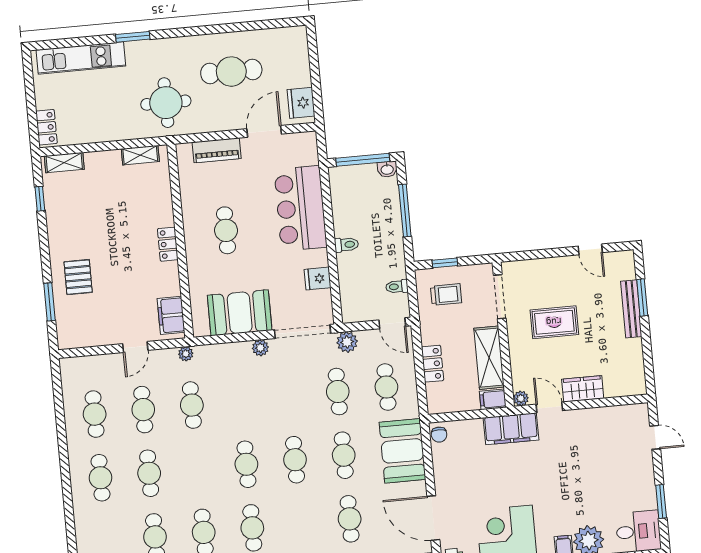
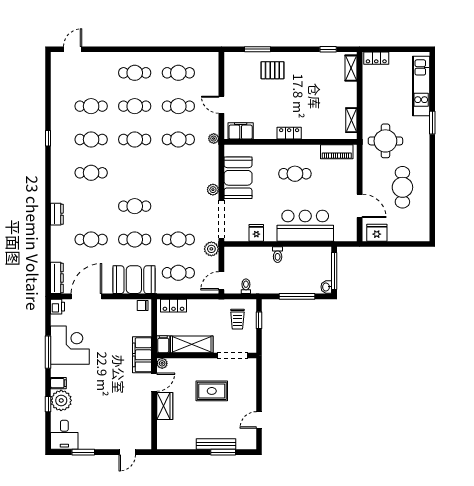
piano: (217, 150) -> (337, 152), moved, turned -90
rug: (554, 322) -> (212, 391), turned 90
locker: (433, 364) -> (174, 306), moved
cafe table: (246, 464) -> (135, 139), moved

